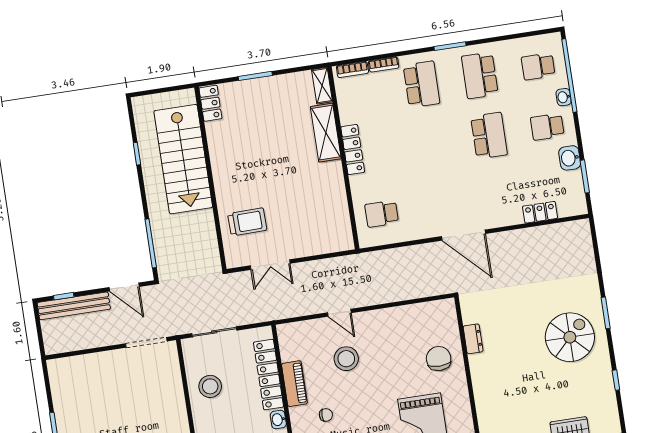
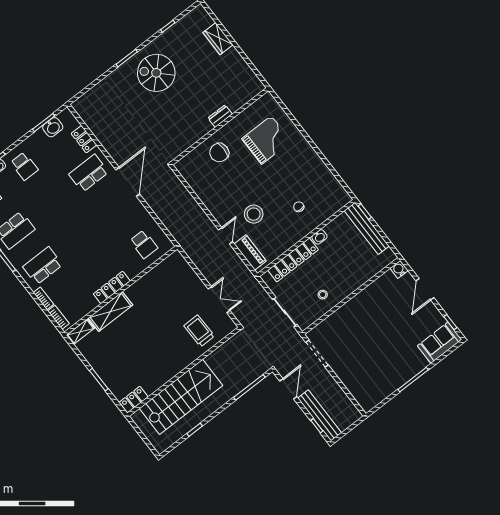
school desk: (489, 136) -> (89, 173), moved
washbasin: (570, 158) -> (53, 127), moved
dresser: (473, 339) -> (220, 116), moved
piano: (294, 384) -> (250, 253), moved, turned 90
stool: (210, 386) -> (323, 295), width x0.53, depth x0.53

